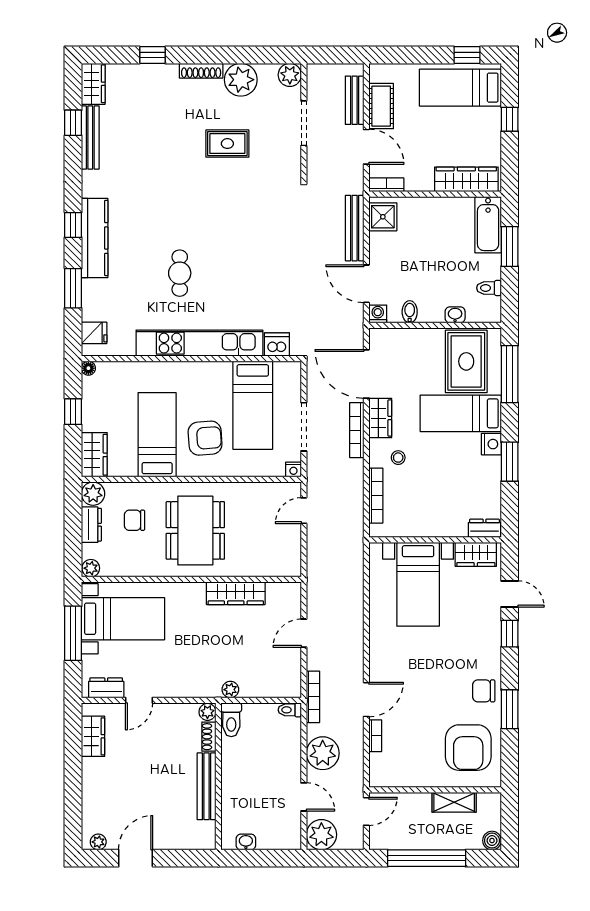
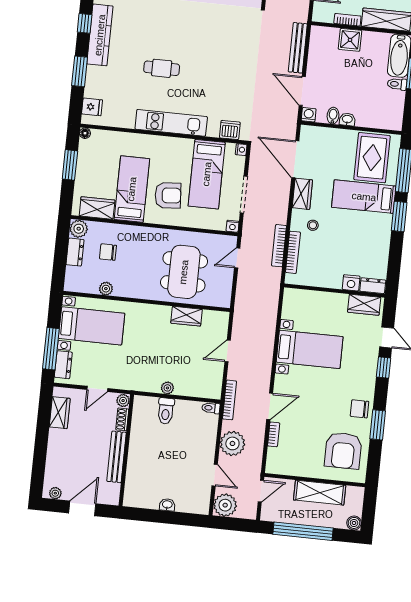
bookcase: (387, 185) -> (347, 20), moved
shower: (383, 217) -> (350, 40), moved
cafe table: (180, 273) -> (162, 68), turned 90
toilet: (489, 288) -> (397, 84), moved
washbasin: (455, 315) -> (347, 119), moved
kitchen unit: (199, 343) -> (171, 123), width x0.73
nightstand: (294, 369) -> (241, 150), added
window: (73, 412) -> (70, 165), width x1.50
bookcase: (357, 430) -> (279, 246), moved
nightstand: (491, 444) -> (351, 283), moved, turned 90
wardrobe: (94, 455) -> (97, 208), moved, turned -90
window: (510, 462) -> (399, 216), moved
dining table: (195, 530) -> (184, 272), moved
plant: (91, 568) -> (106, 289), moved
bed with nightstands: (418, 584) -> (310, 349), moved, turned -90
wardrobe: (236, 593) -> (186, 316), width x0.67
window: (73, 633) -> (51, 349), moved
dresser: (106, 688) -> (63, 365), moved, turned 90
plant: (207, 712) -> (123, 401), moved
shoe rack: (209, 737) -> (122, 419), moved
wall: (218, 776) -> (126, 450), moved
bench: (207, 786) -> (117, 457), moved
shelving: (454, 802) -> (320, 493), width x1.50, depth x1.33

